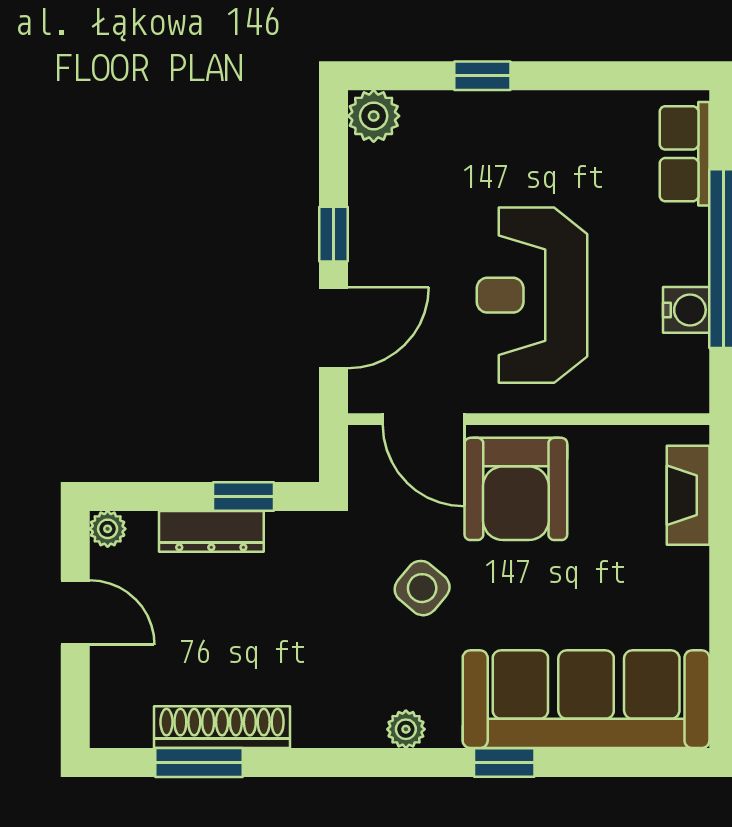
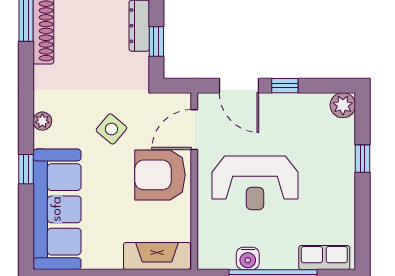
reception desk: (532, 295) -> (255, 183), turned 180
fireplace: (688, 495) -> (157, 256), width x1.37, depth x1.32

